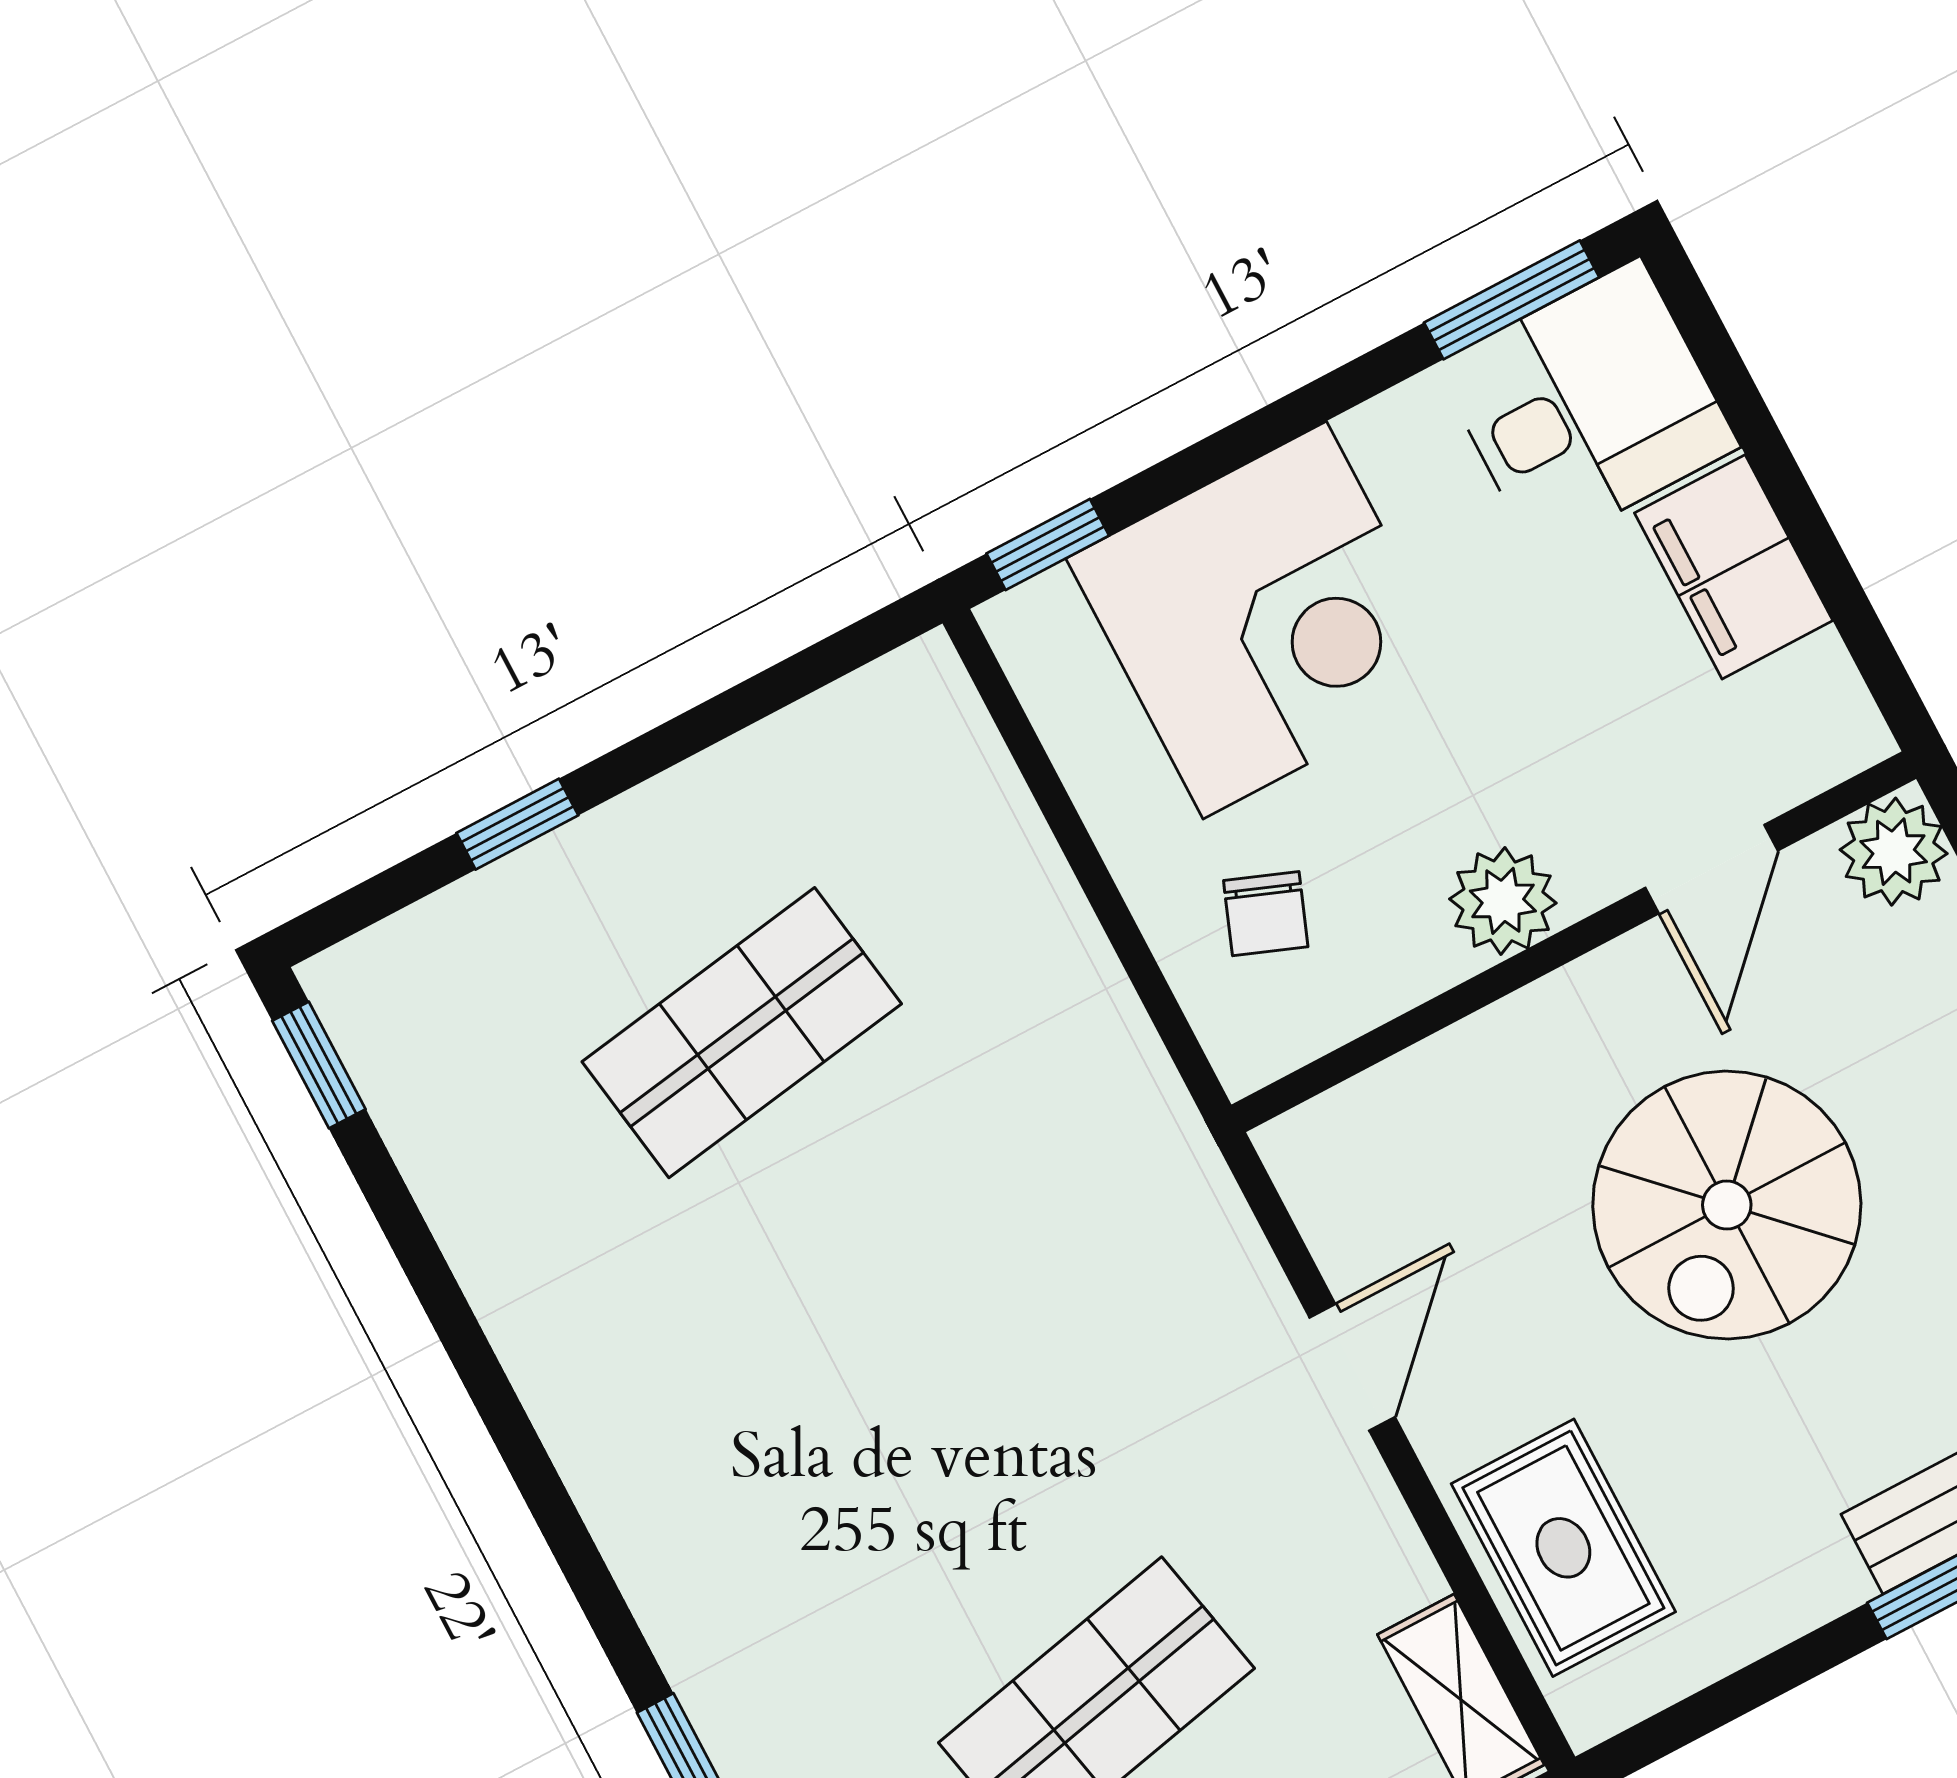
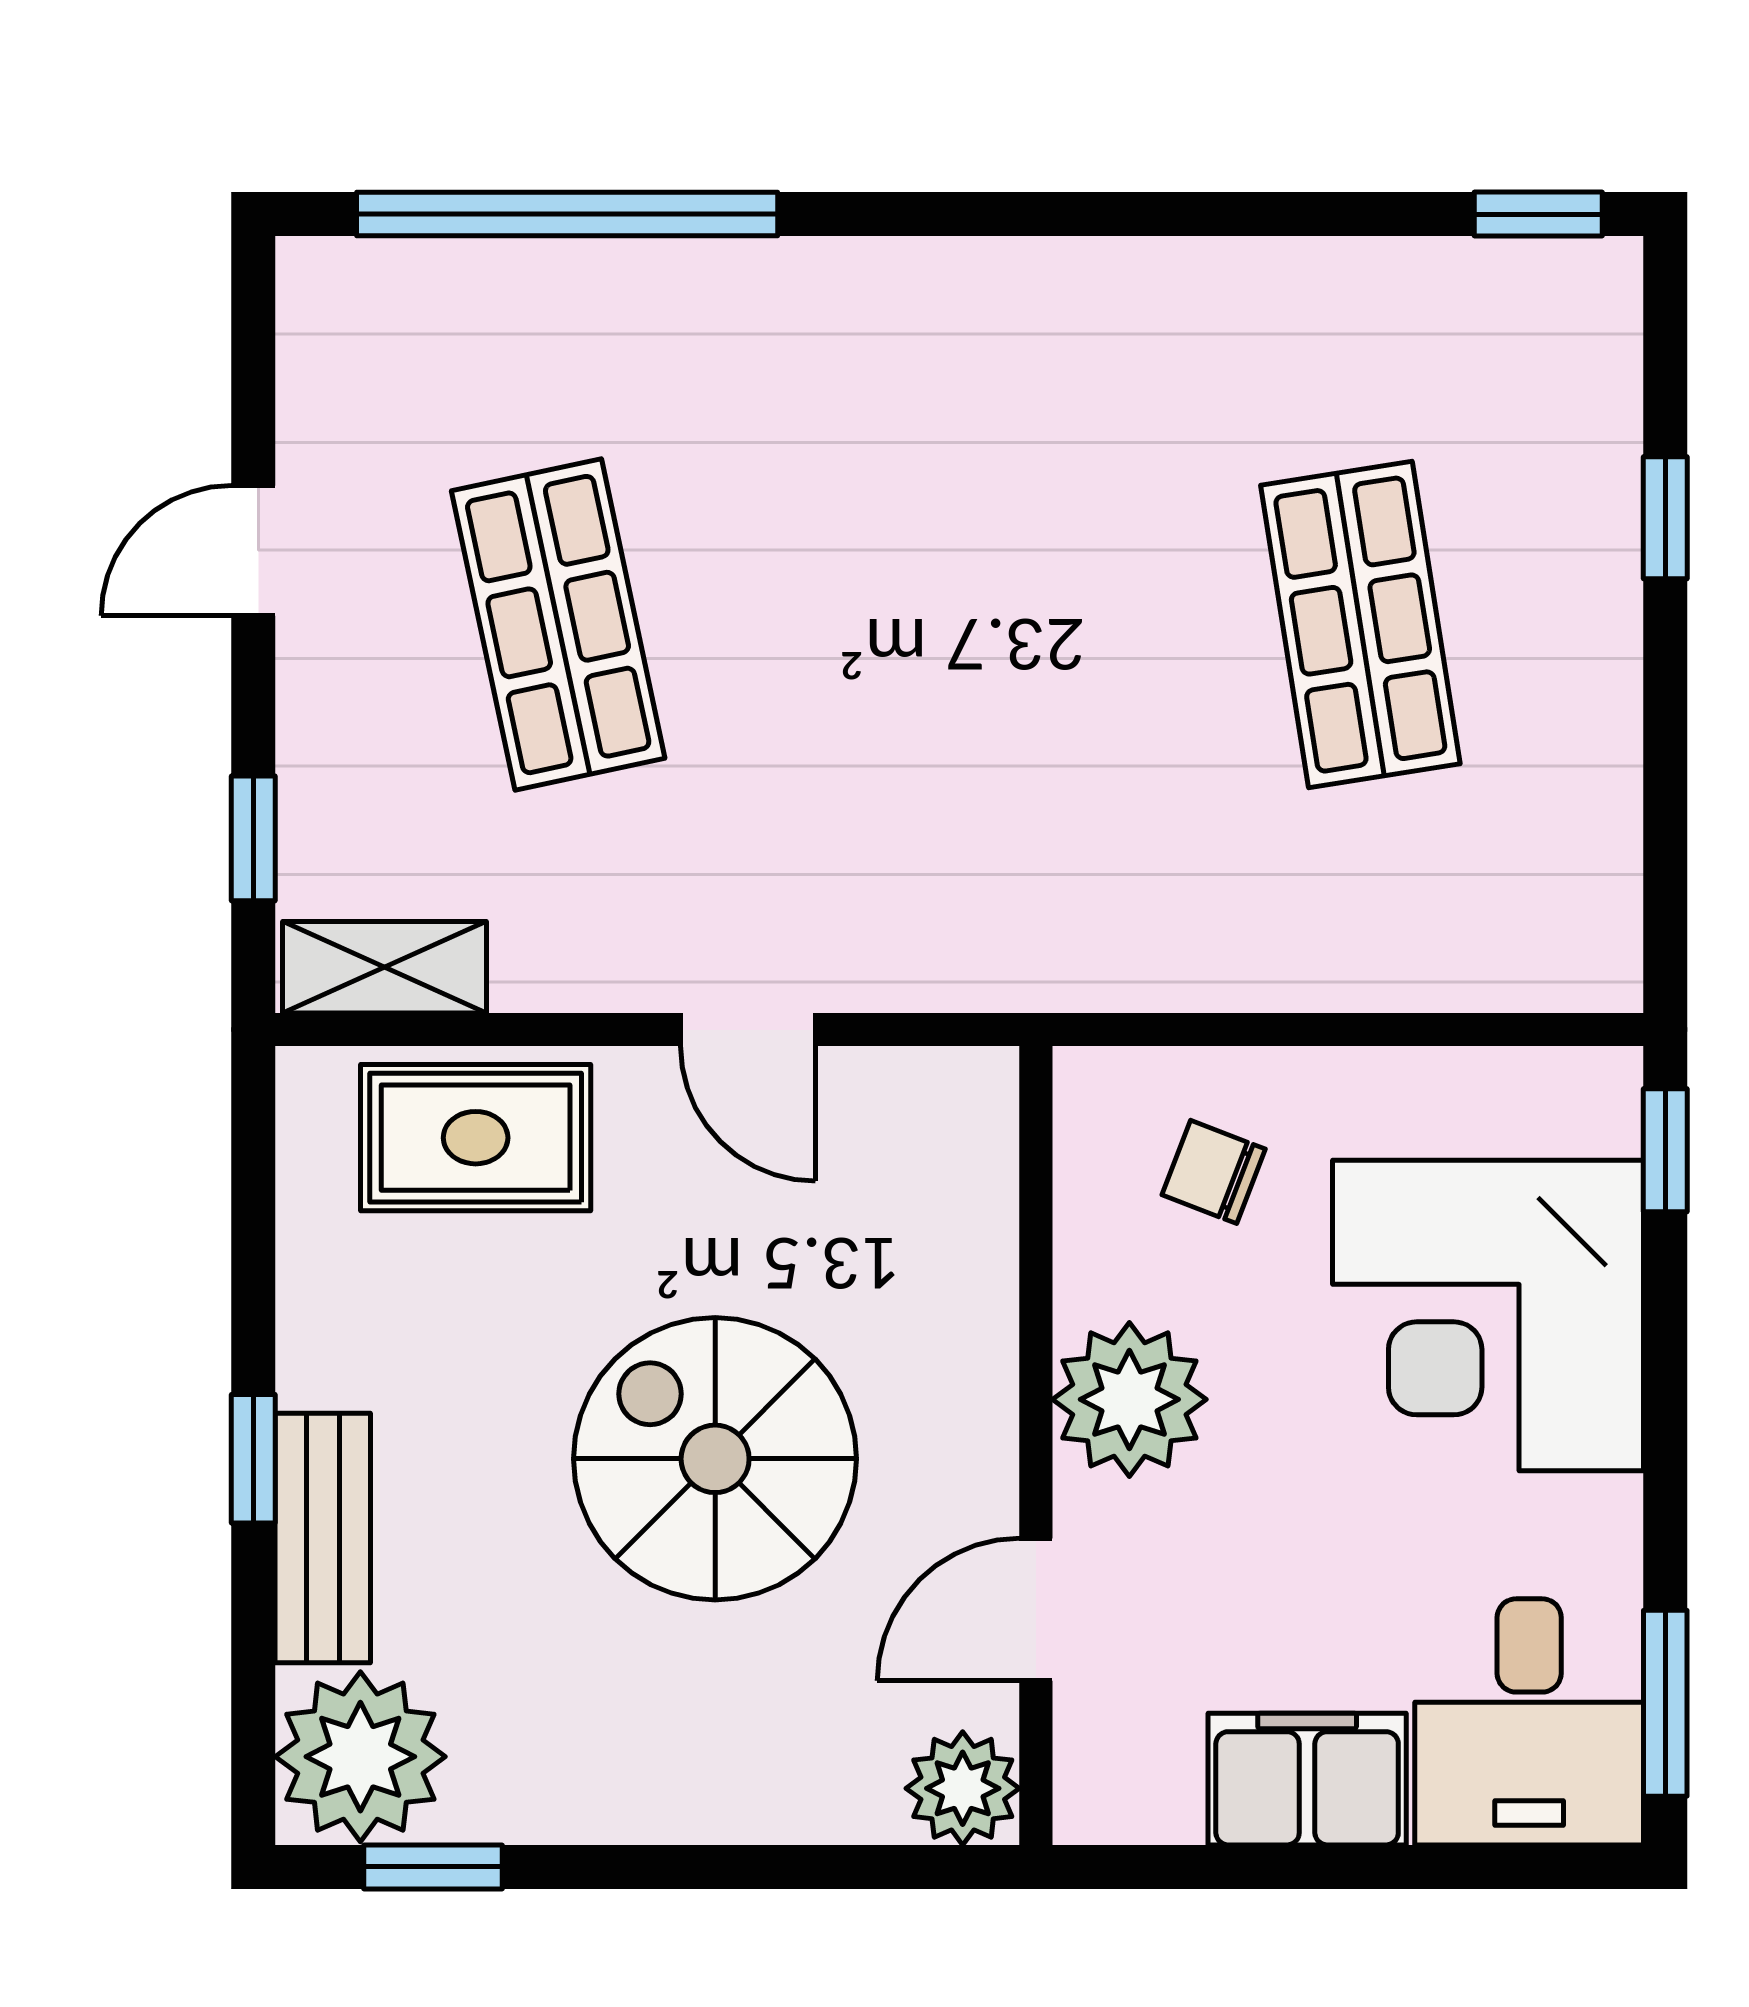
door: (1712, 869) -> (1036, 1610), hinge flipped
plant: (1503, 901) -> (1129, 1399), width x1.36, depth x1.36

